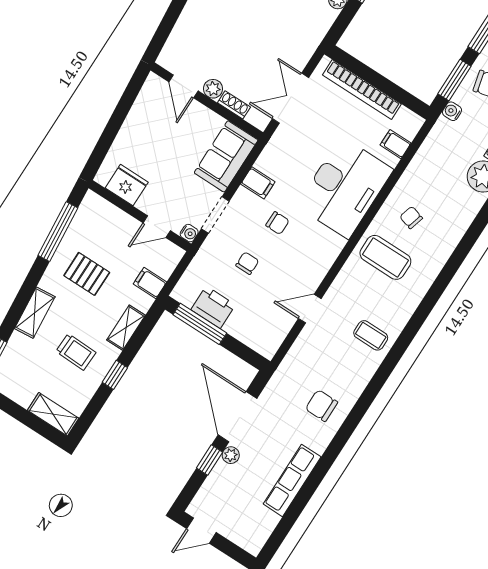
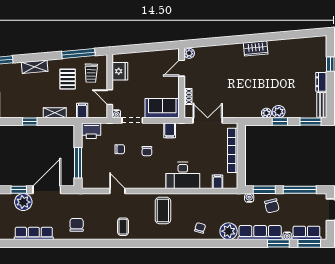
plant: (213, 89) -> (189, 53), moved
filing cabinet: (258, 183) -> (170, 130), moved
desk: (345, 188) -> (183, 175), width x0.73, depth x0.77
chair: (411, 218) -> (200, 228), moved
printer: (213, 307) -> (91, 131), moved, turned 90
window: (200, 324) -> (78, 163), moved
trolley: (76, 352) -> (91, 73), moved
plant: (231, 455) -> (23, 202), width x1.88, depth x1.88

